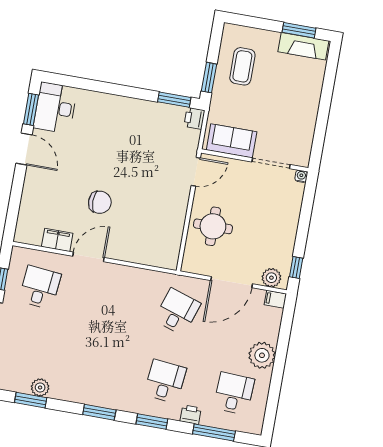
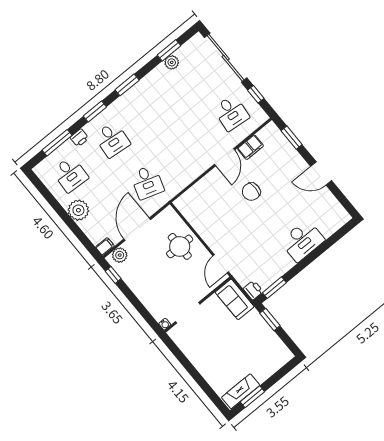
coffee table: (242, 66) -> (260, 345), removed
desk: (55, 108) -> (302, 241), moved, turned 90
window: (31, 109) -> (292, 138), moved
sofa: (232, 141) -> (235, 299), moved, turned 90

